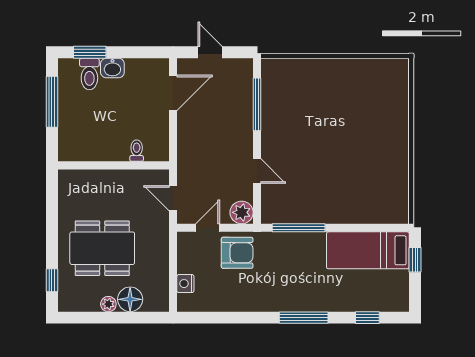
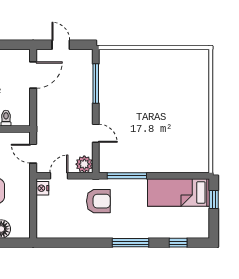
armchair: (237, 253) -> (98, 201), moved
nightstand: (185, 284) -> (42, 188), moved

